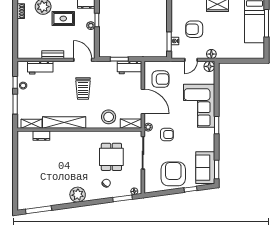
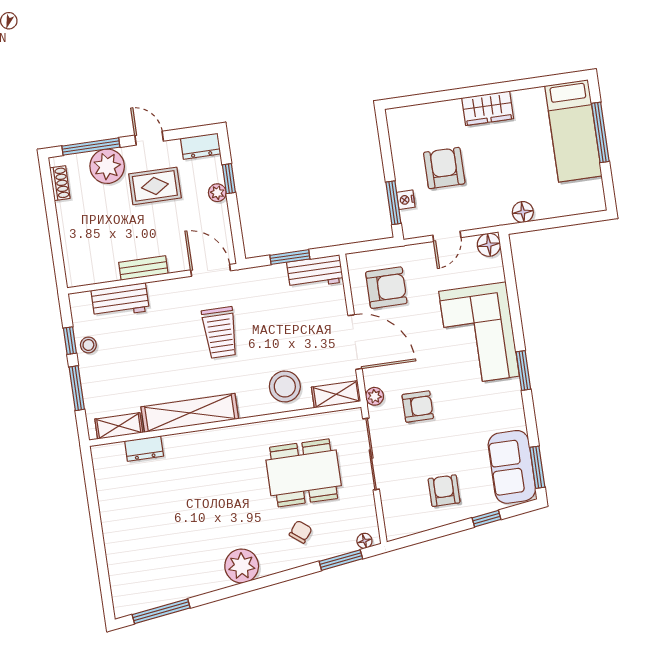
armchair: (194, 29) -> (444, 168), turned 90
floor lamp: (211, 54) -> (523, 212), moved
dining table: (111, 157) -> (304, 473), width x1.38
armchair: (173, 174) -> (444, 491), width x0.53, depth x0.53

